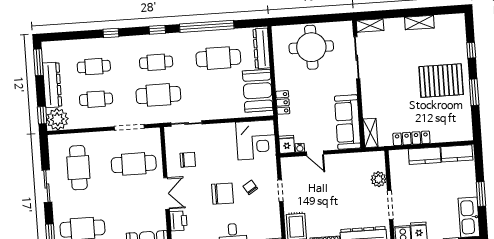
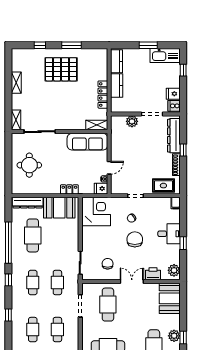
round table: (311, 47) -> (29, 165), width x0.73, depth x0.73
pallet: (441, 81) -> (61, 69), turned 90
cafe table: (158, 95) -> (57, 283), width x0.73, depth x0.74

